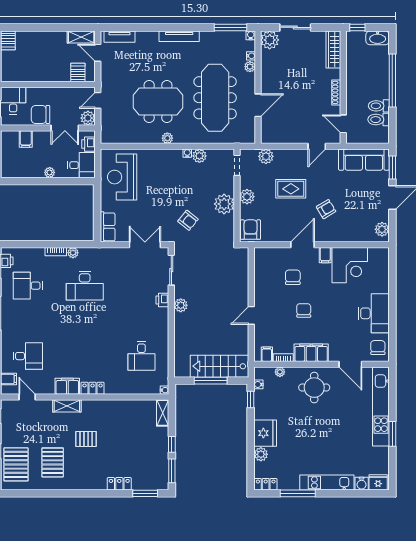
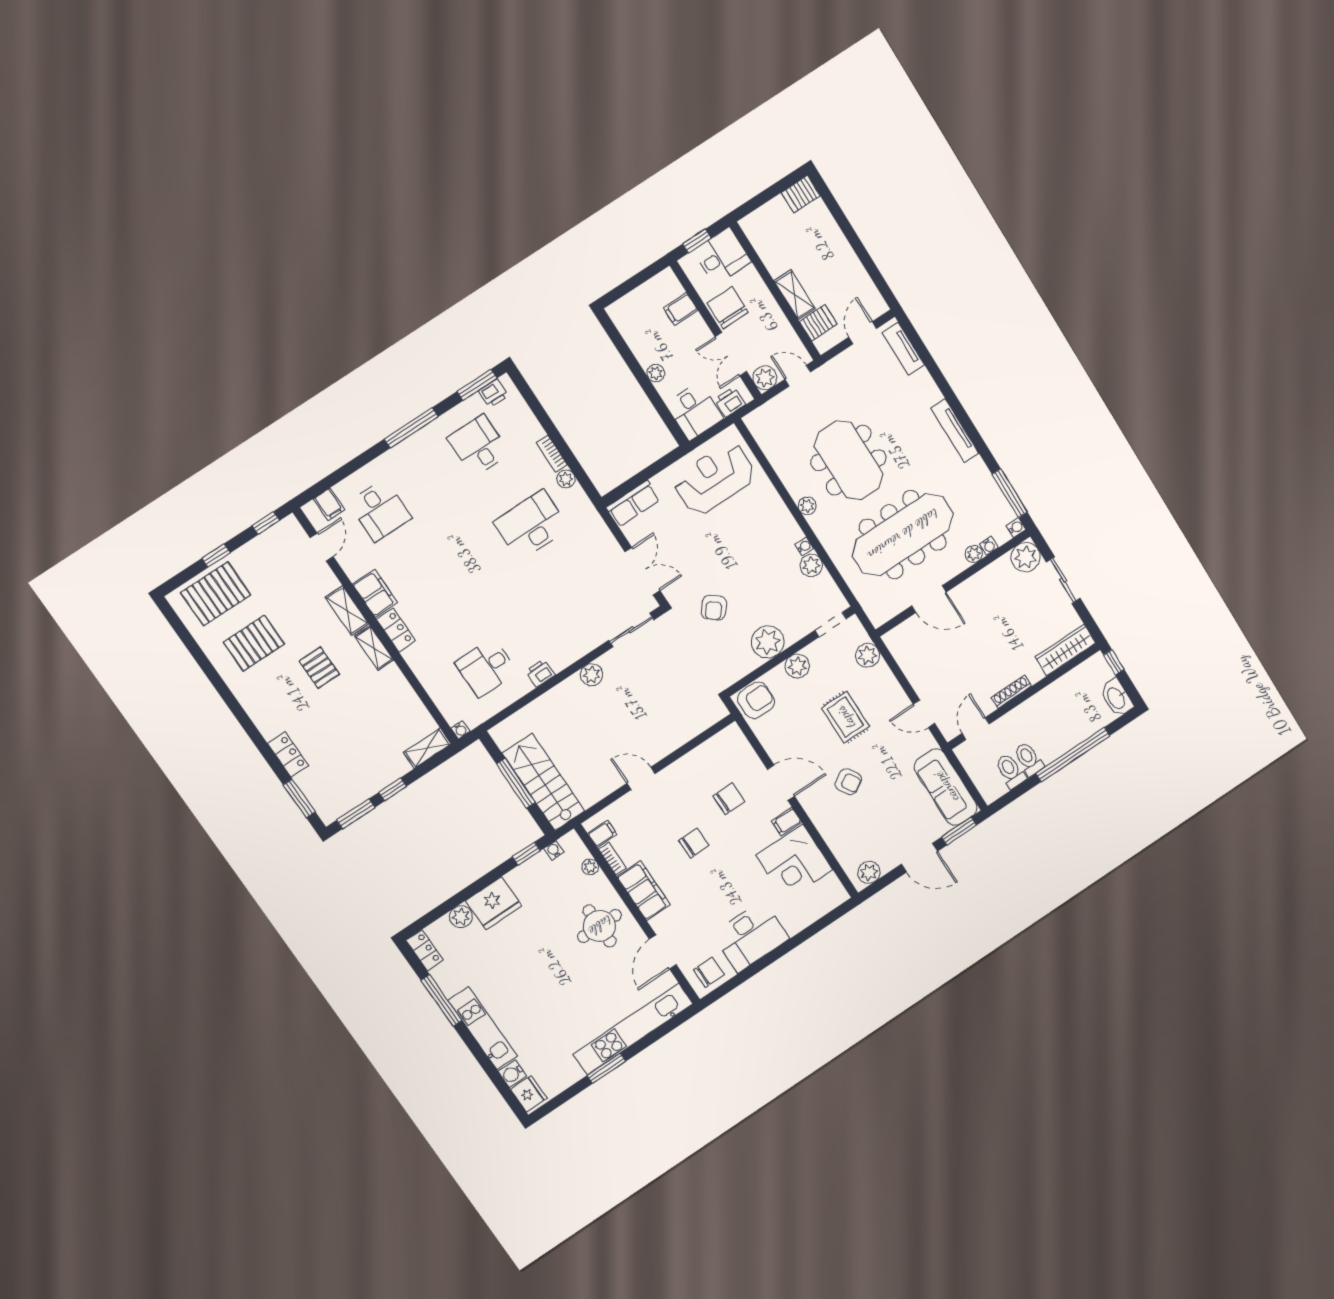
shelving: (81, 37) -> (795, 295), moved
desk: (85, 286) -> (531, 525), turned 90
printer: (162, 300) -> (540, 673), moved
shelving: (94, 405) -> (374, 648), added

